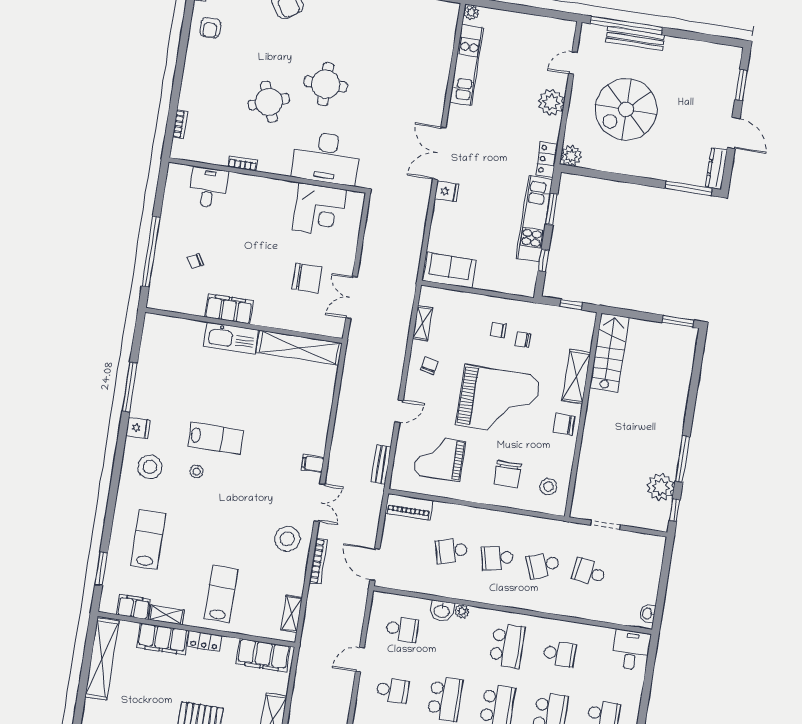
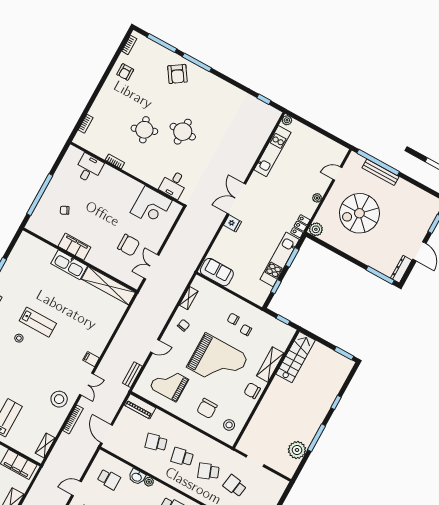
plant: (551, 102) -> (317, 198), width x0.53, depth x0.53
desk: (326, 158) -> (174, 184), width x0.53, depth x0.77
window: (675, 510) -> (336, 402), moved

